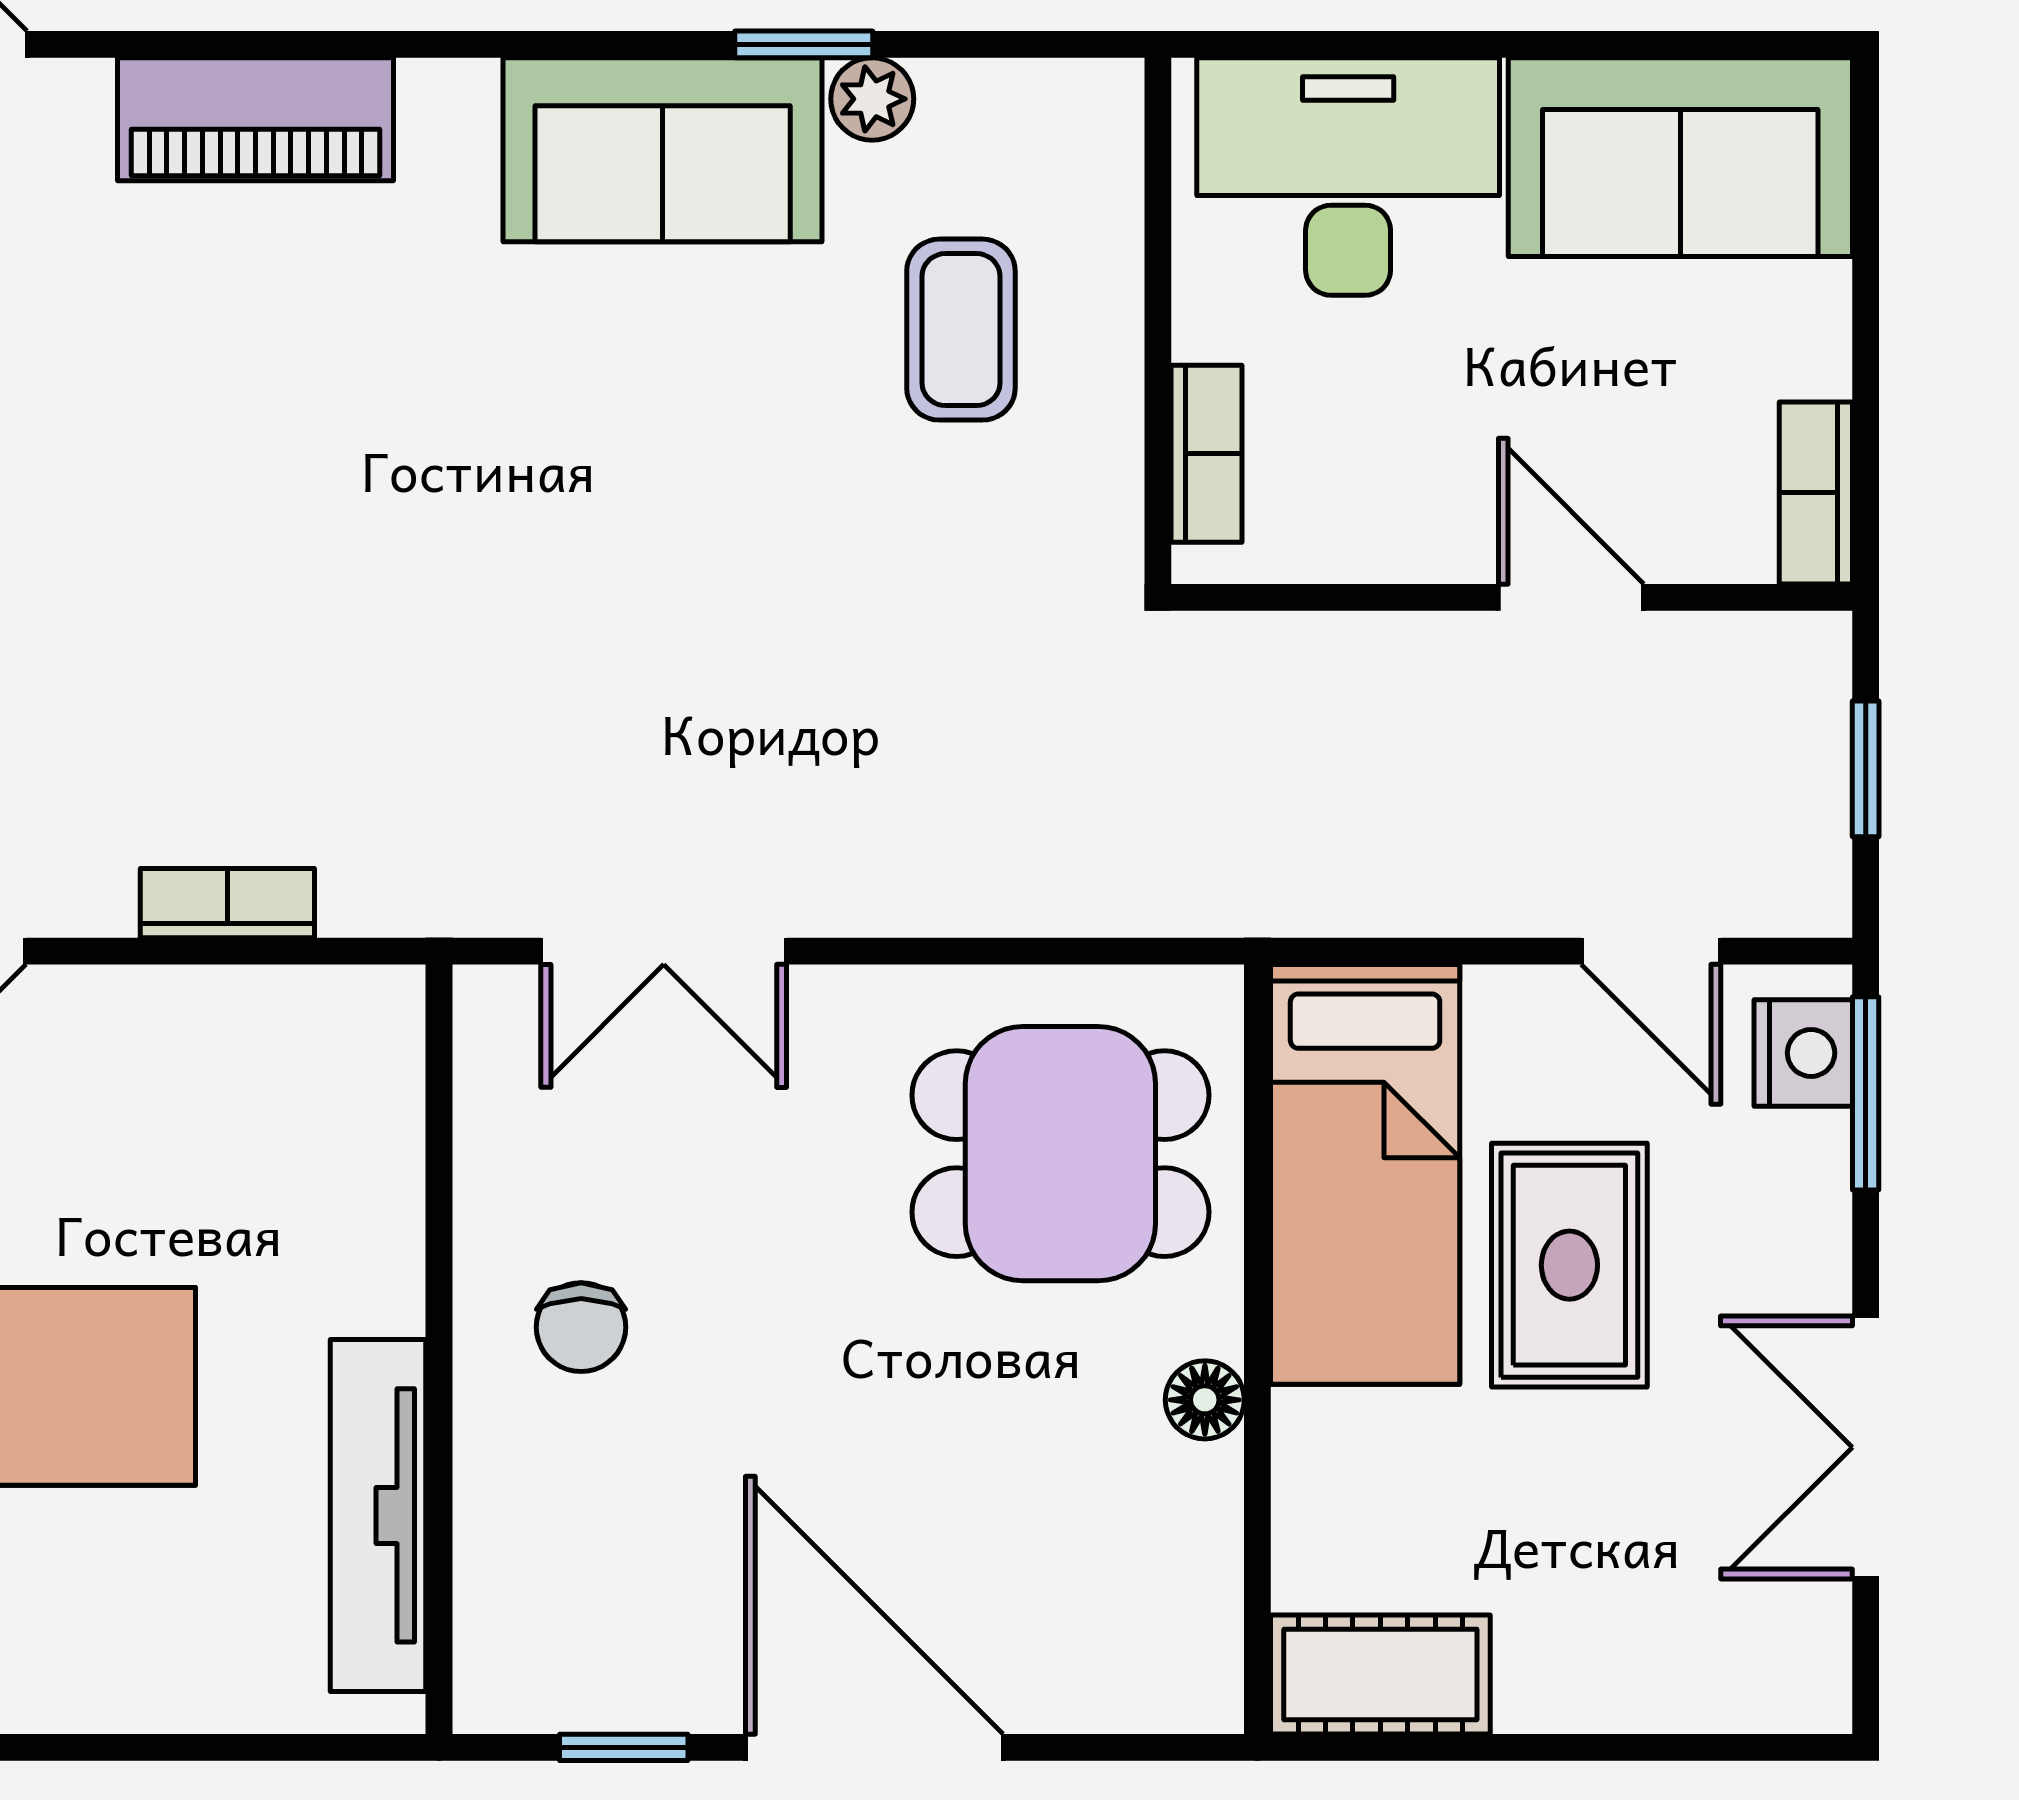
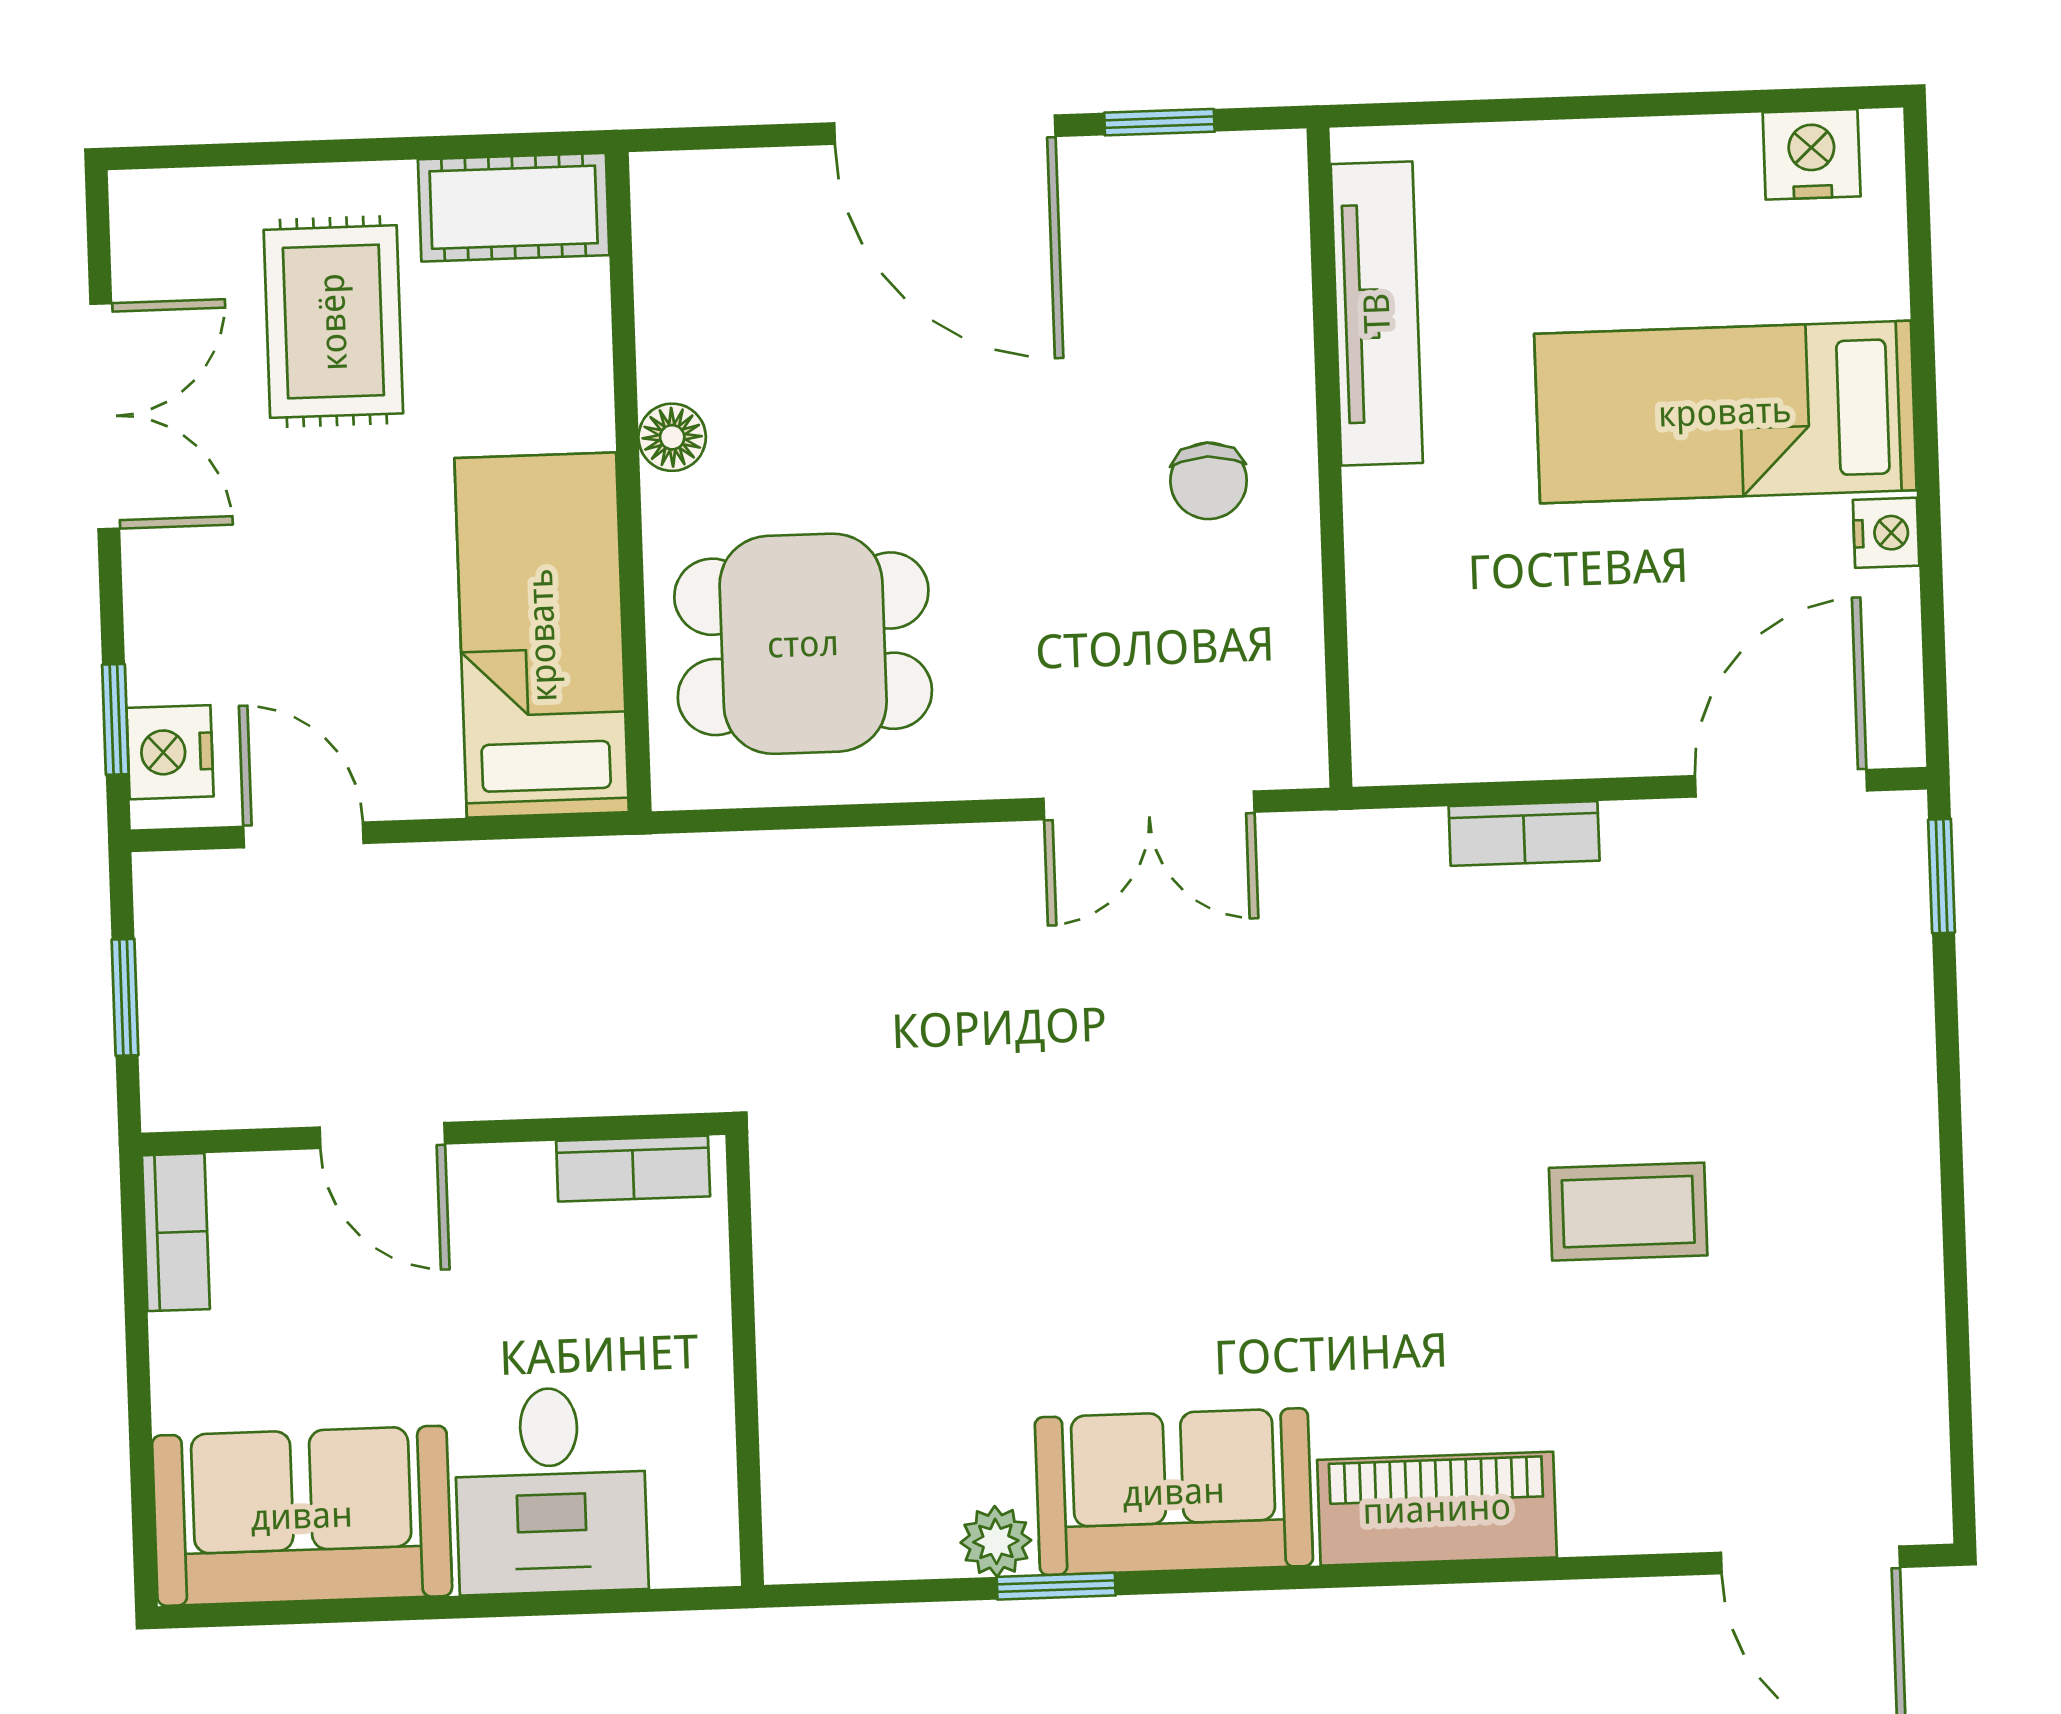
piano: (255, 119) -> (1437, 1509), moved
desk: (1348, 177) -> (551, 1490), width x0.73
coffee table: (961, 330) -> (1628, 1212), moved, turned 90
bookcase: (1207, 454) -> (633, 1169), moved, turned -90
double door: (664, 951) -> (1149, 805), swing flipped
window: (1866, 1093) -> (115, 719), width x0.67
rug: (1569, 1265) -> (333, 322), moved
chair: (581, 1327) -> (1209, 481), turned 180

